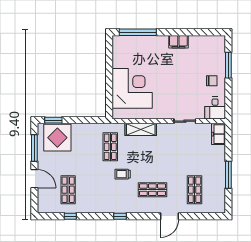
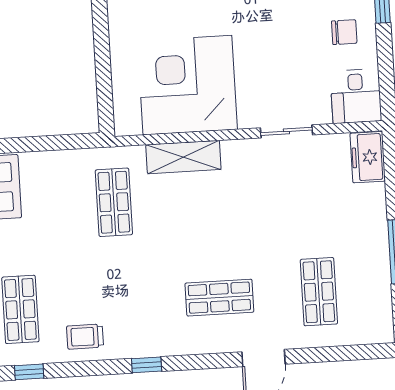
corner desk: (132, 88) -> (187, 85), moved, turned -90
trolley: (123, 174) -> (85, 337), moved

